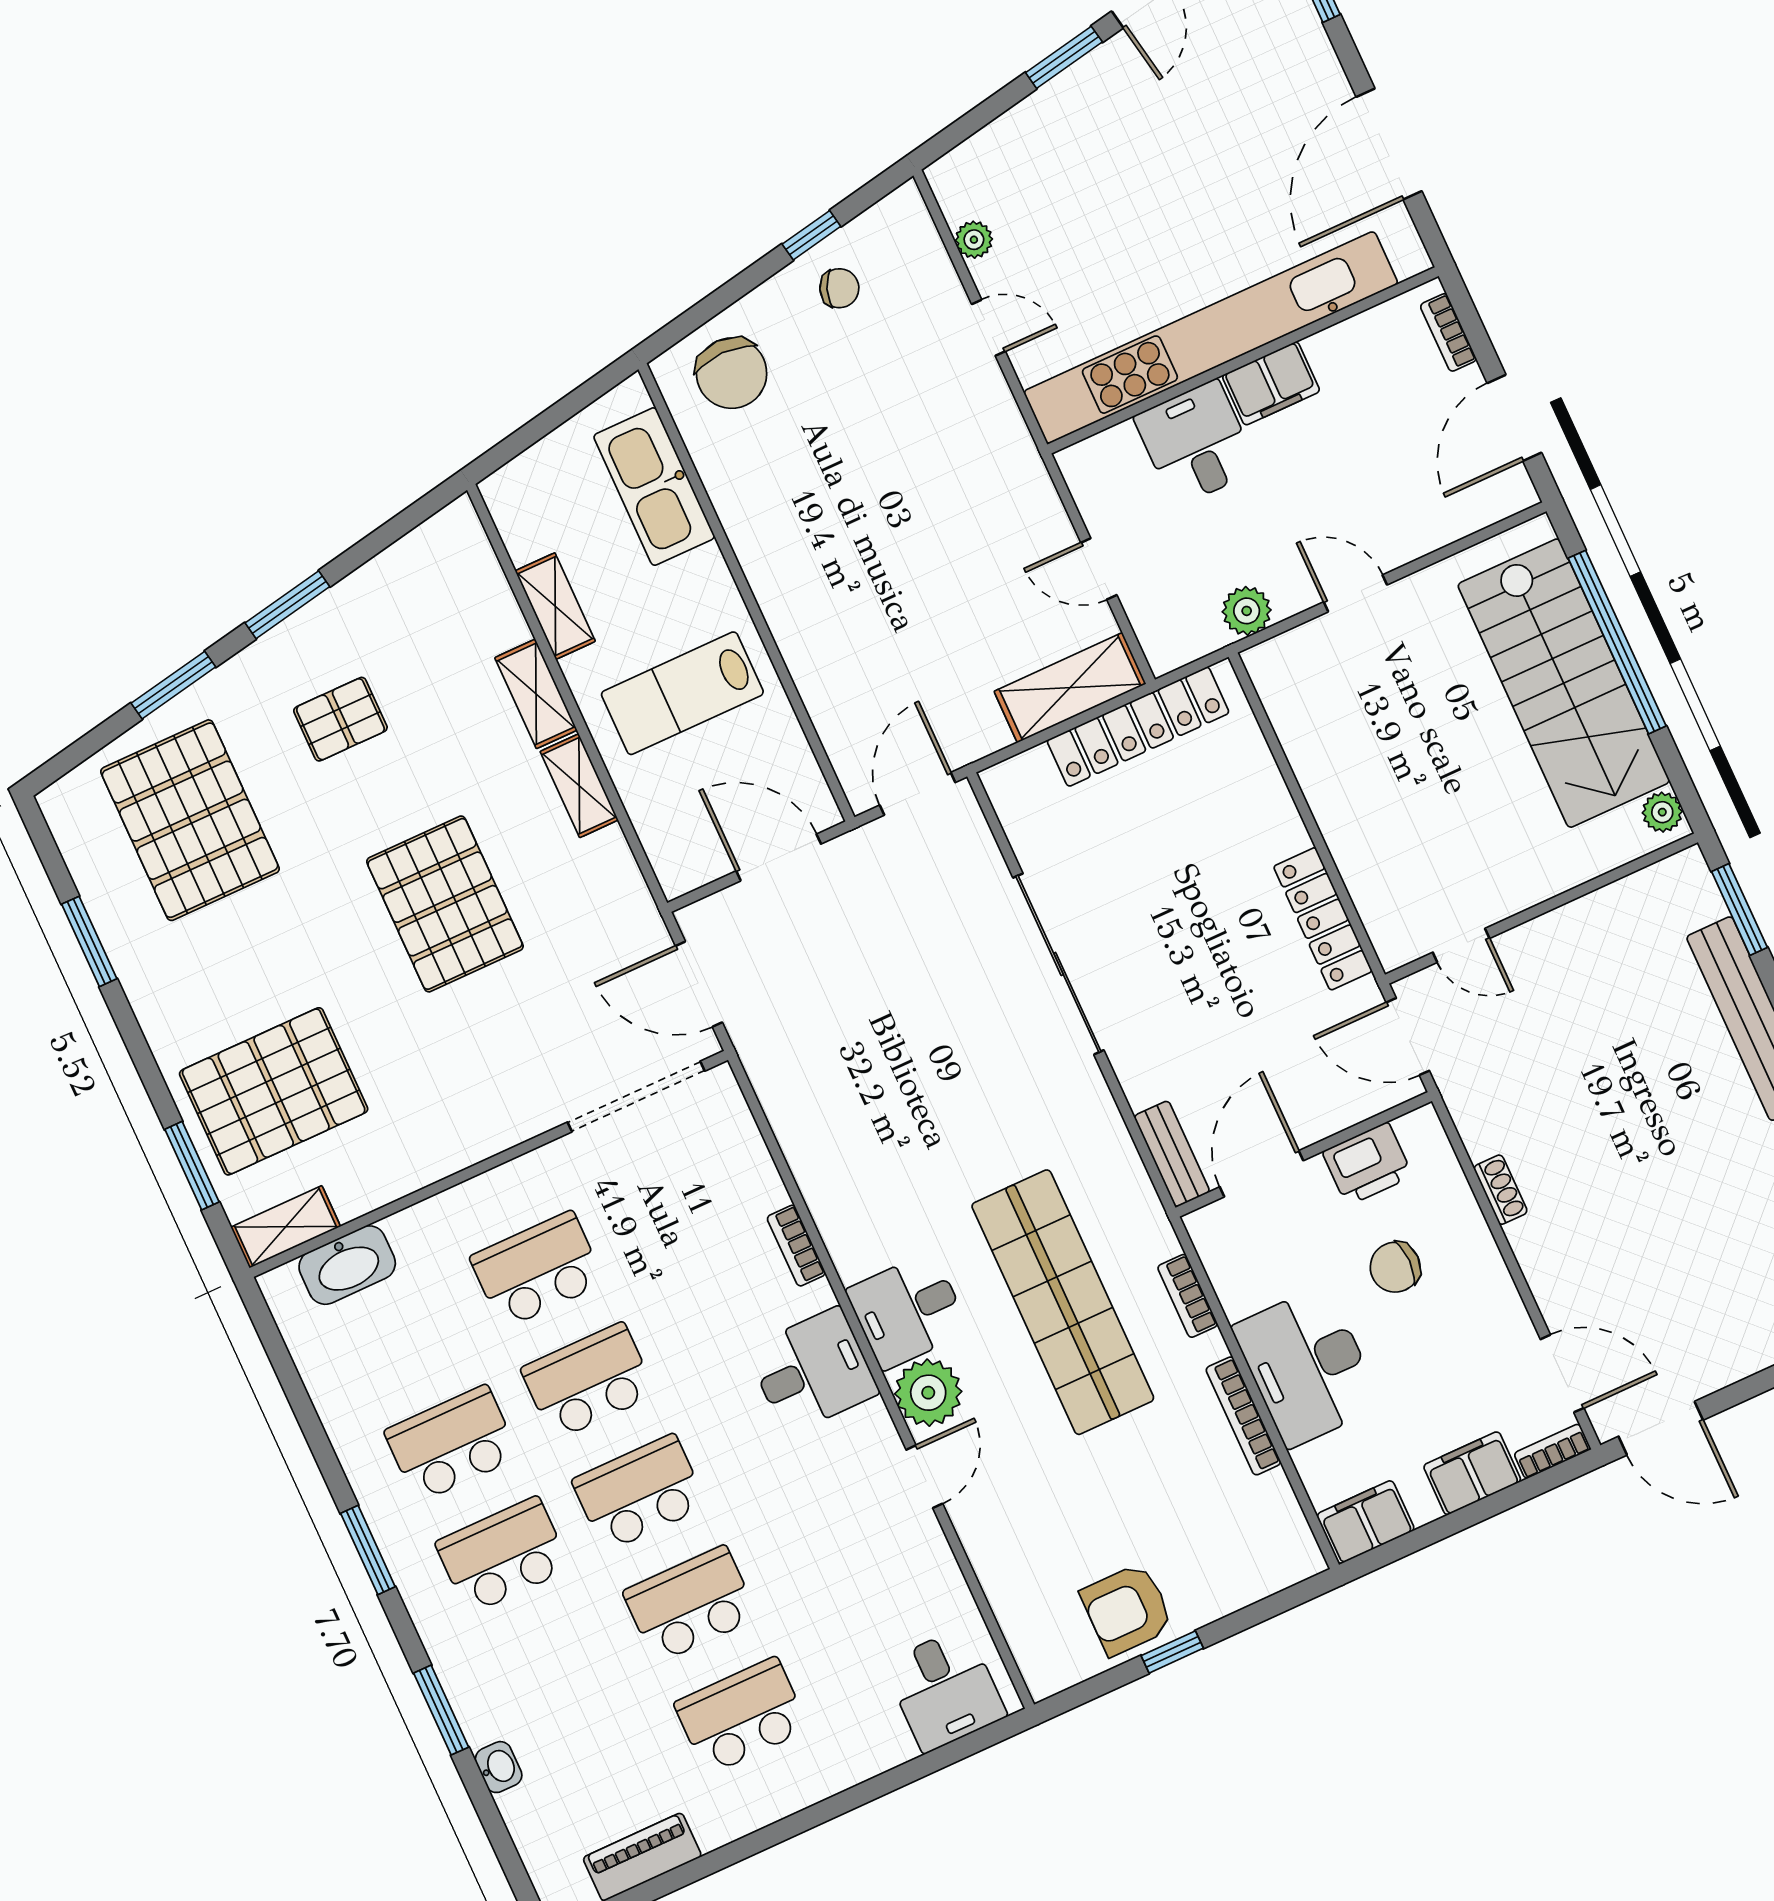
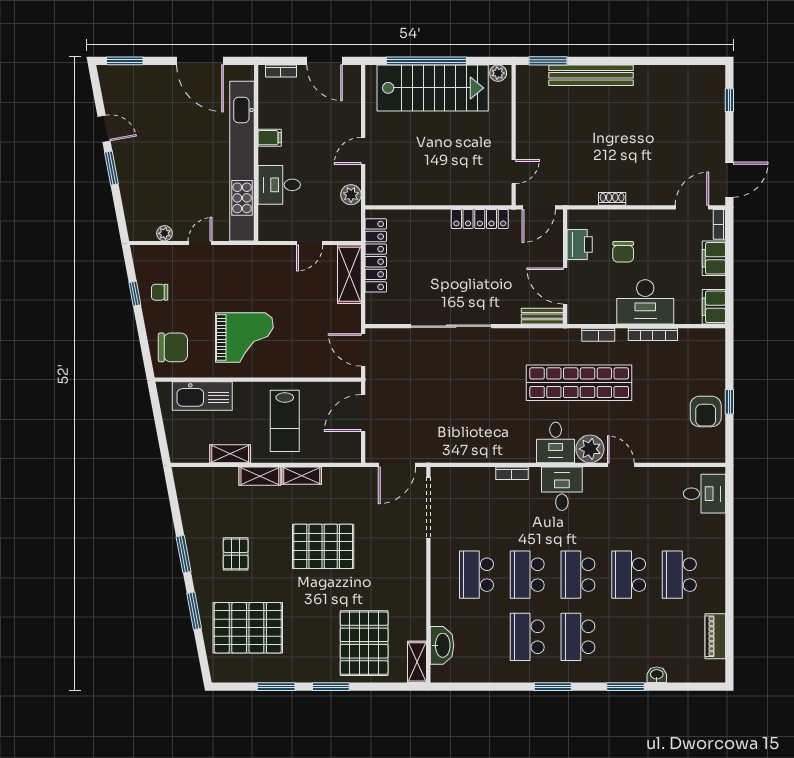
chair: (839, 288) -> (160, 292), turned -111
filing cabinet: (1271, 383) -> (270, 138), width x0.50
grand piano: (825, 520) -> (244, 338), added
window: (192, 1166) -> (331, 687), moved

